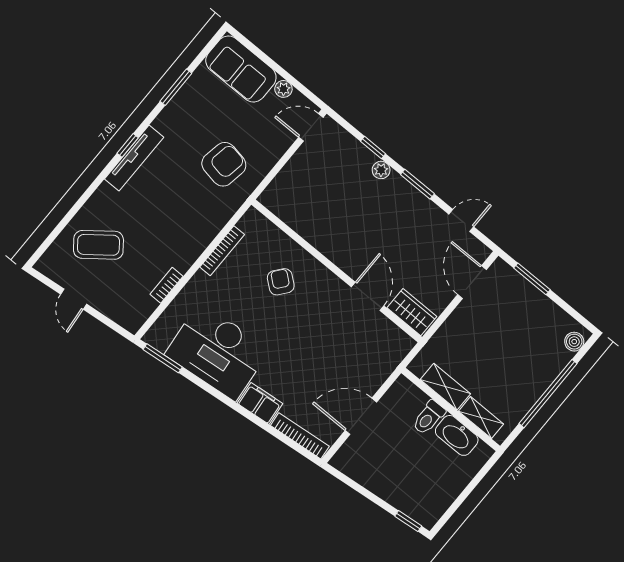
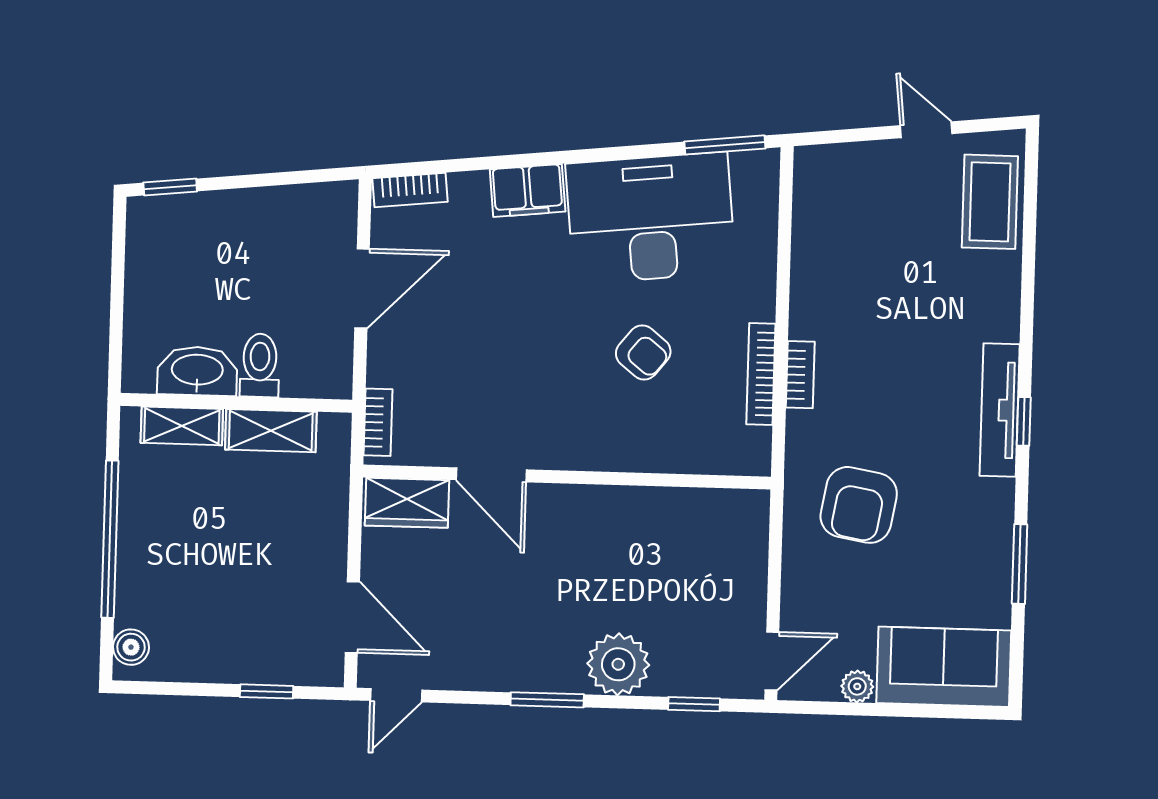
window: (373, 147) -> (694, 704), moved
plant: (381, 170) -> (618, 664), width x1.87, depth x1.87
door: (461, 221) -> (396, 695), moved
coffee table: (98, 245) -> (990, 202), moved, turned -52
window: (532, 279) -> (267, 691), width x0.67
armchair: (281, 282) -> (643, 353), moved
bookcase: (167, 285) -> (800, 375), moved
bookcase: (398, 355) -> (378, 422), added
bookcase: (300, 436) -> (410, 190), width x0.64

